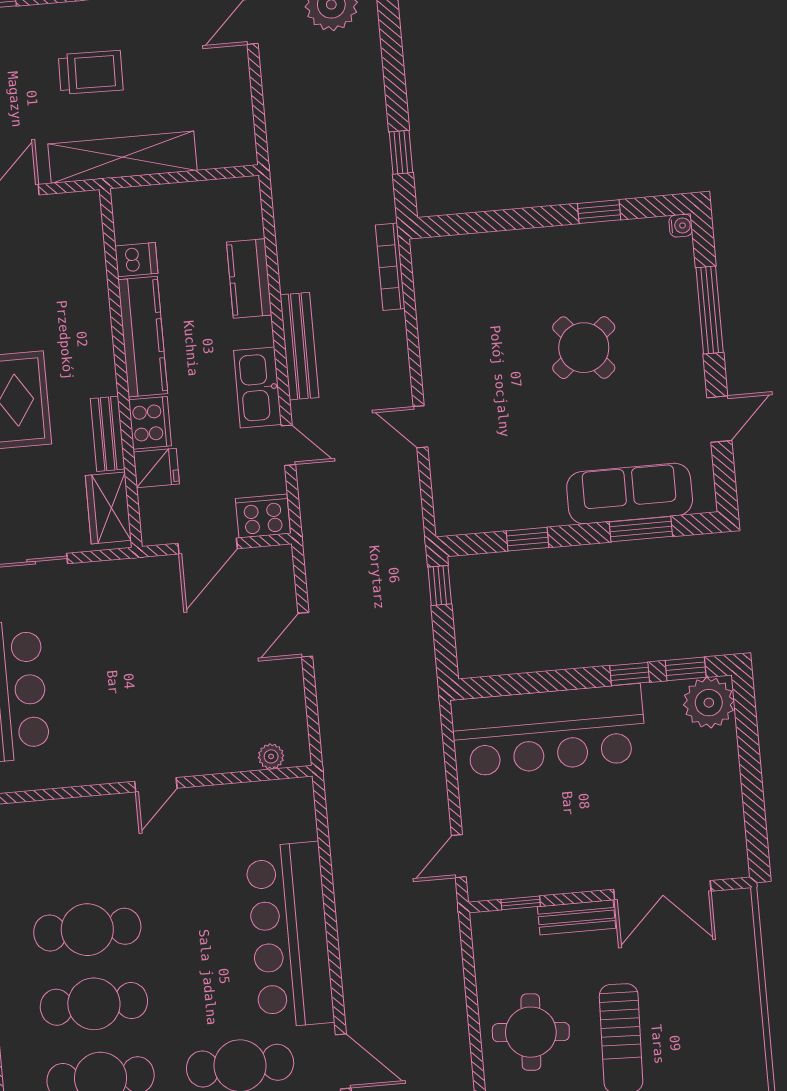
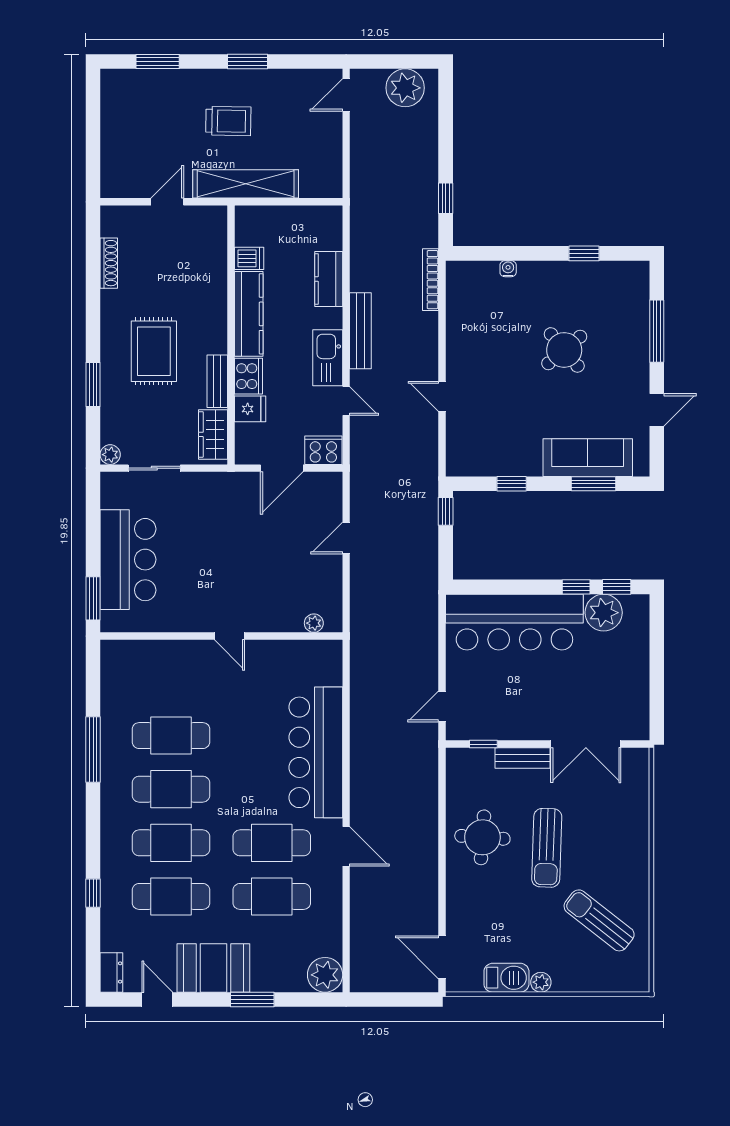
water cooler: (681, 226) -> (508, 269), moved, turned -90
plant: (709, 703) -> (604, 613), moved
door: (156, 785) -> (229, 636), hinge flipped

